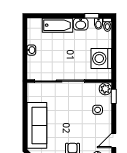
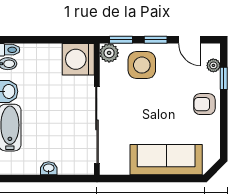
washing machine: (101, 59) -> (78, 59), moved, turned 90
side table: (98, 110) -> (142, 65), width x1.87, depth x1.87
window: (114, 119) -> (156, 40), added

